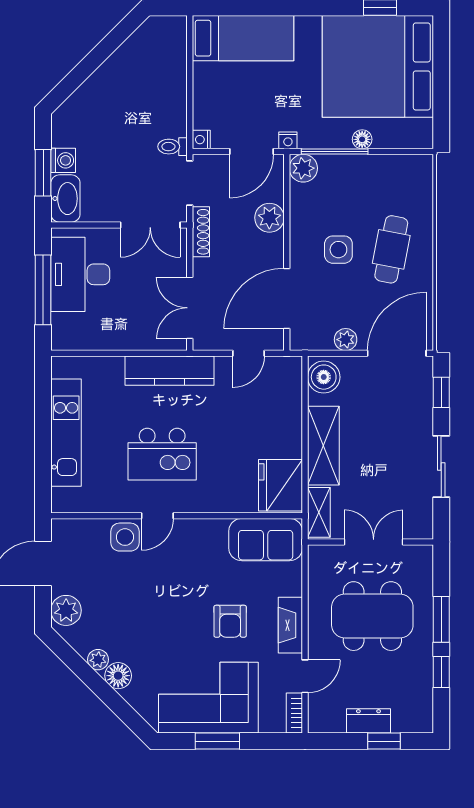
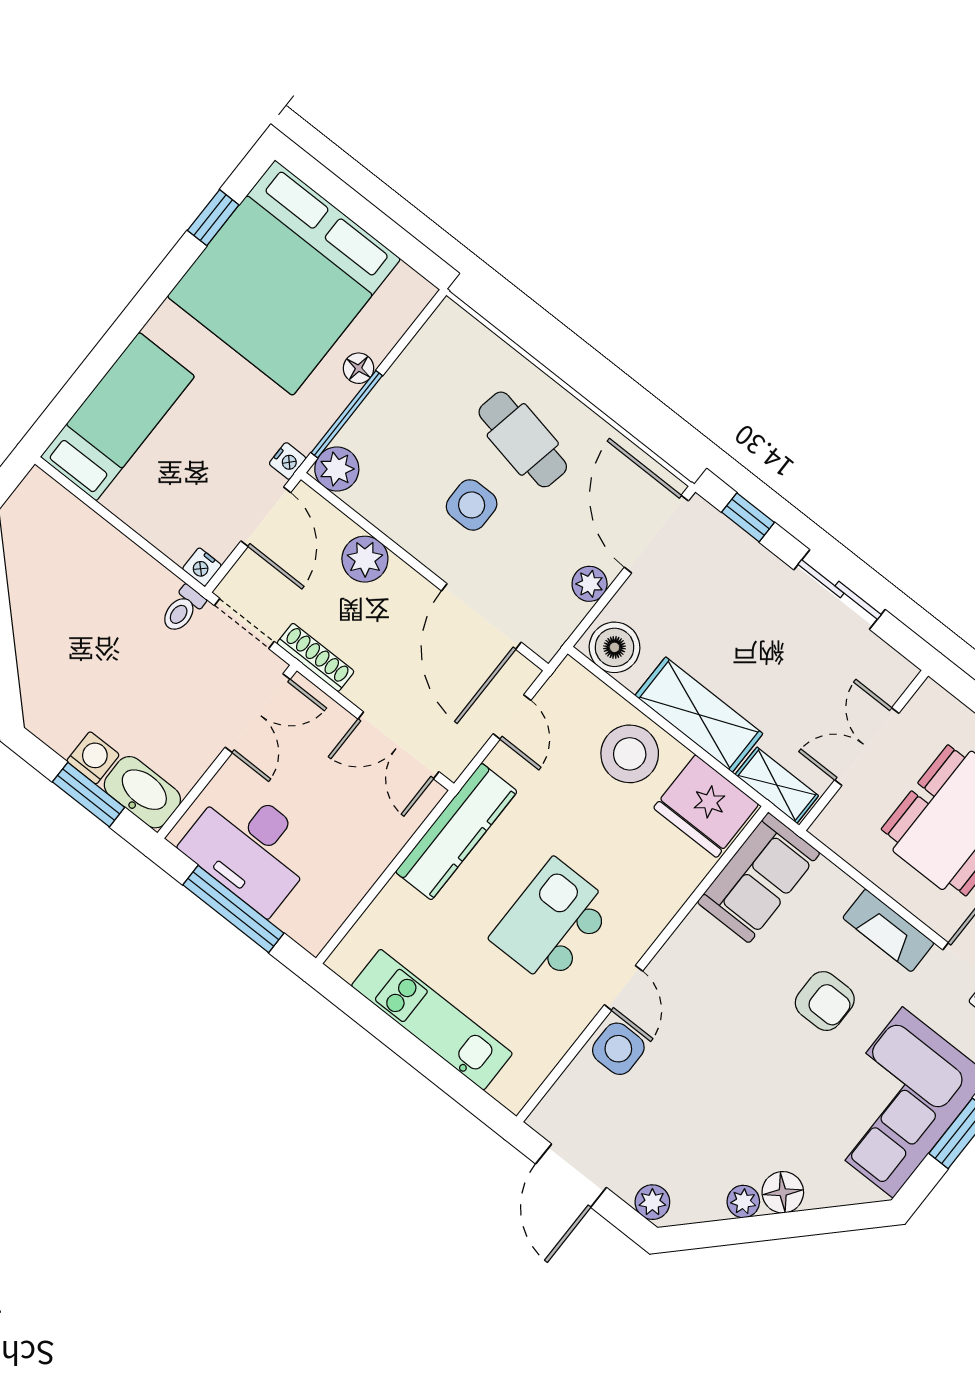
stool: (277, 427) -> (630, 754), added
kitchen island: (162, 454) -> (552, 922), turned 180
plant: (66, 610) -> (652, 1202), width x0.73, depth x0.73

